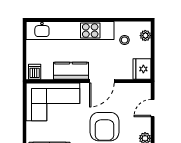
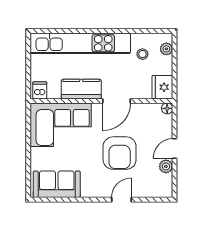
floor lamp: (146, 88) -> (167, 108), added
door: (153, 108) -> (175, 149), moved

